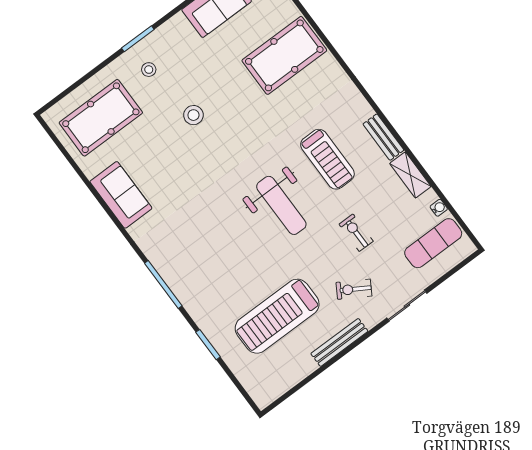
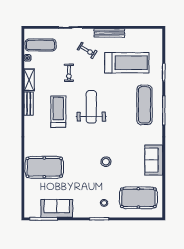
stool: (193, 115) -> (106, 162), moved
exercise mat: (200, 271) -> (144, 105), added

